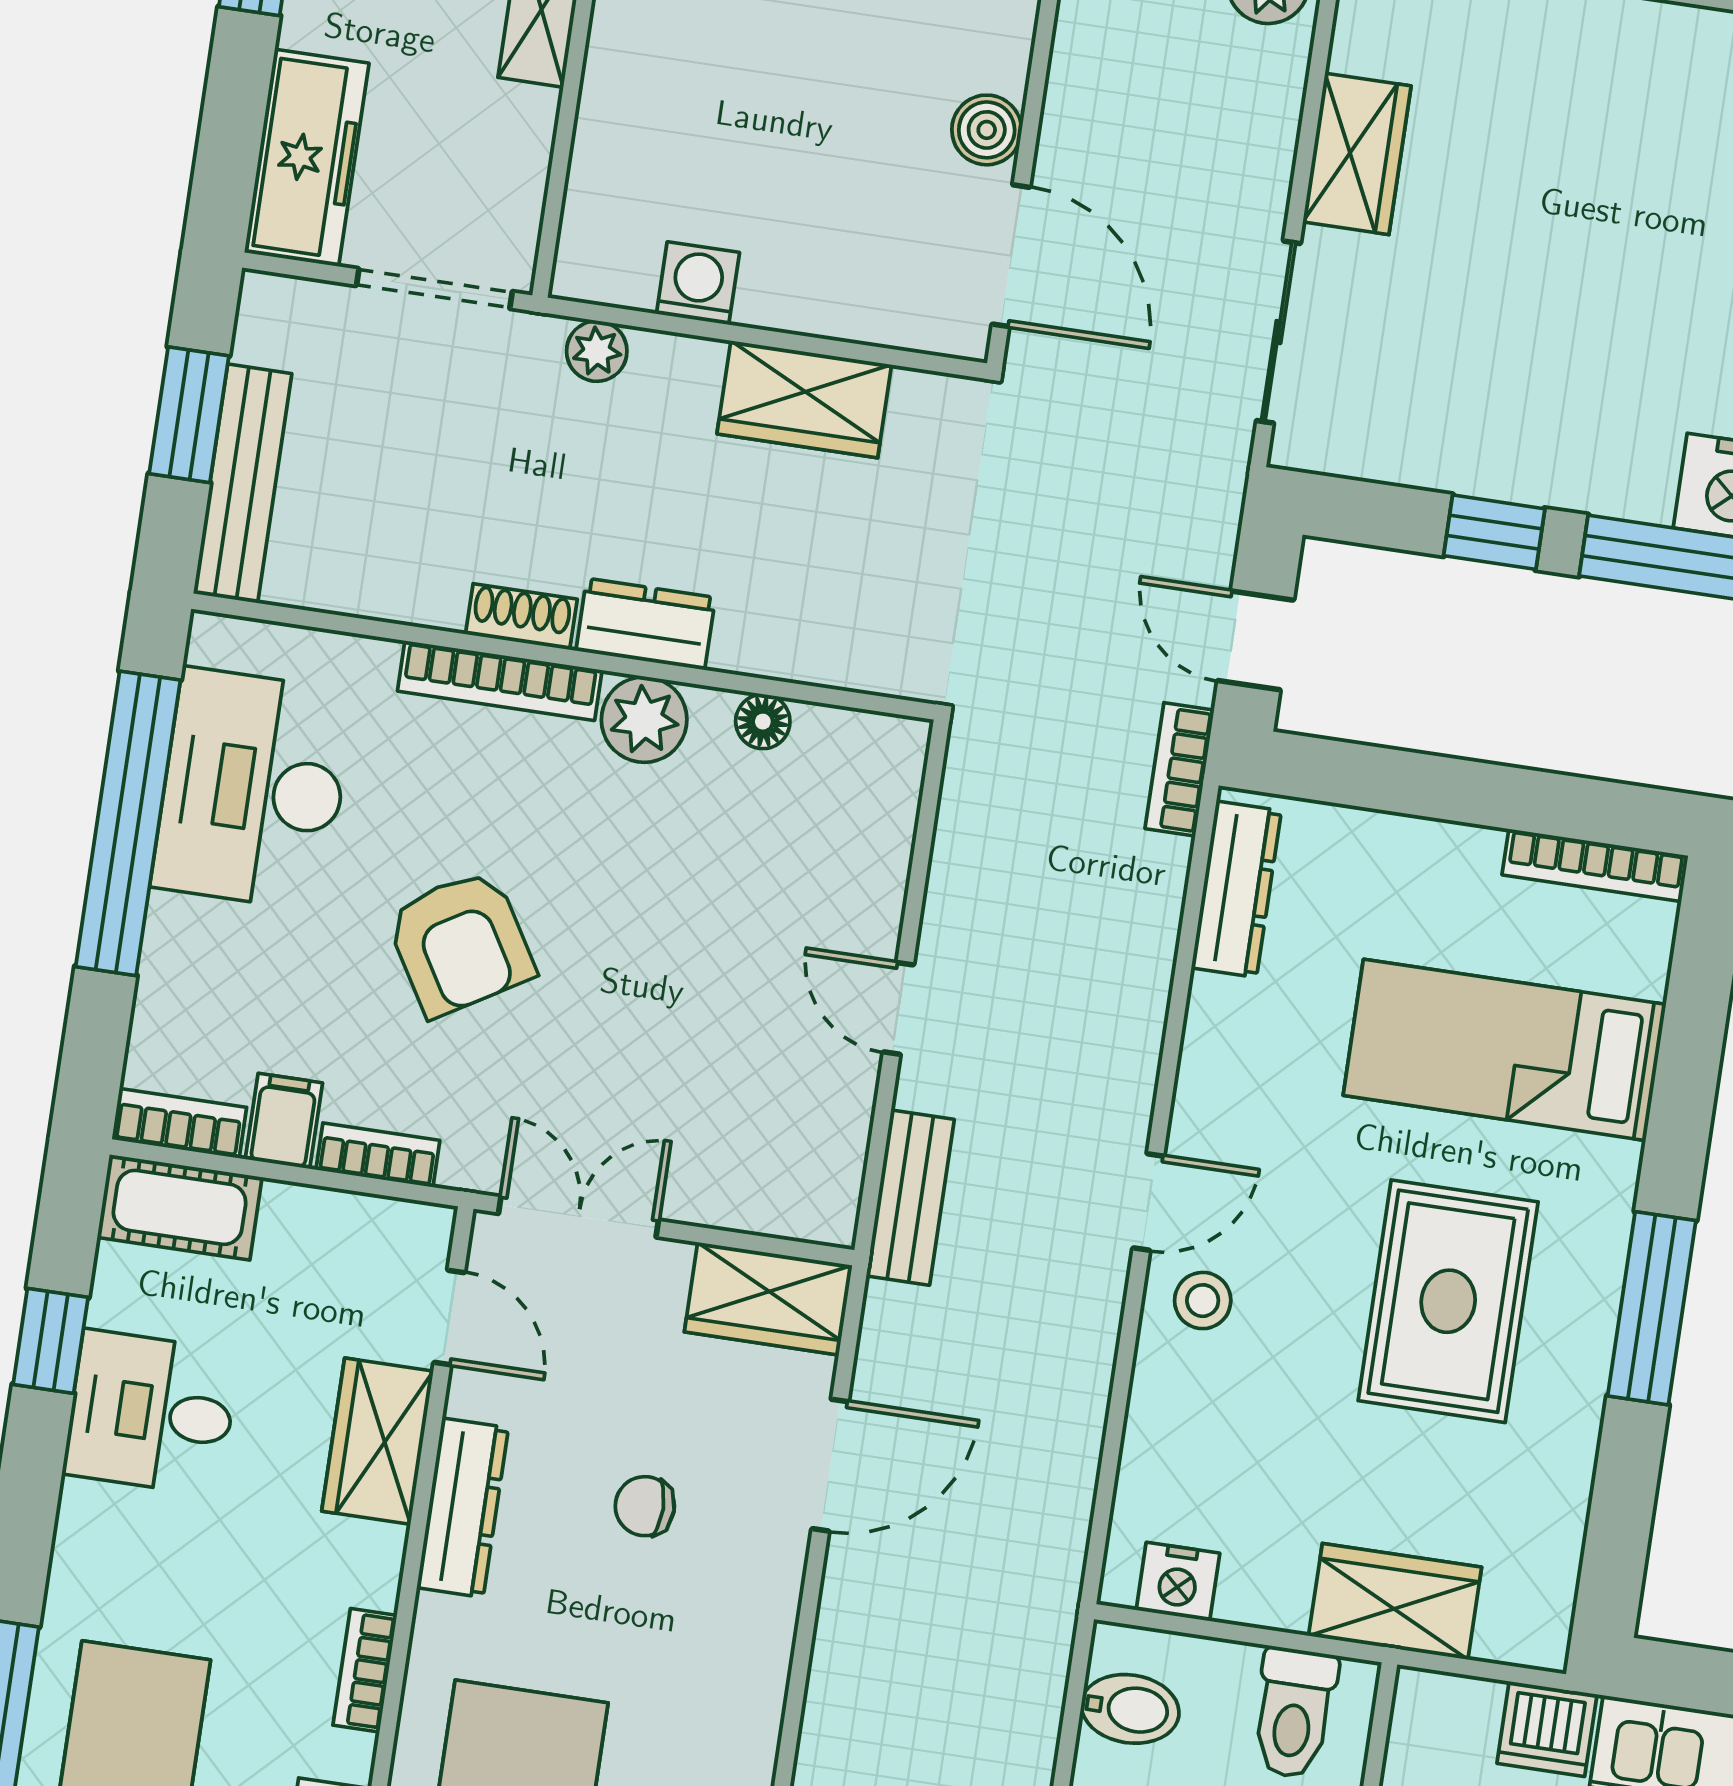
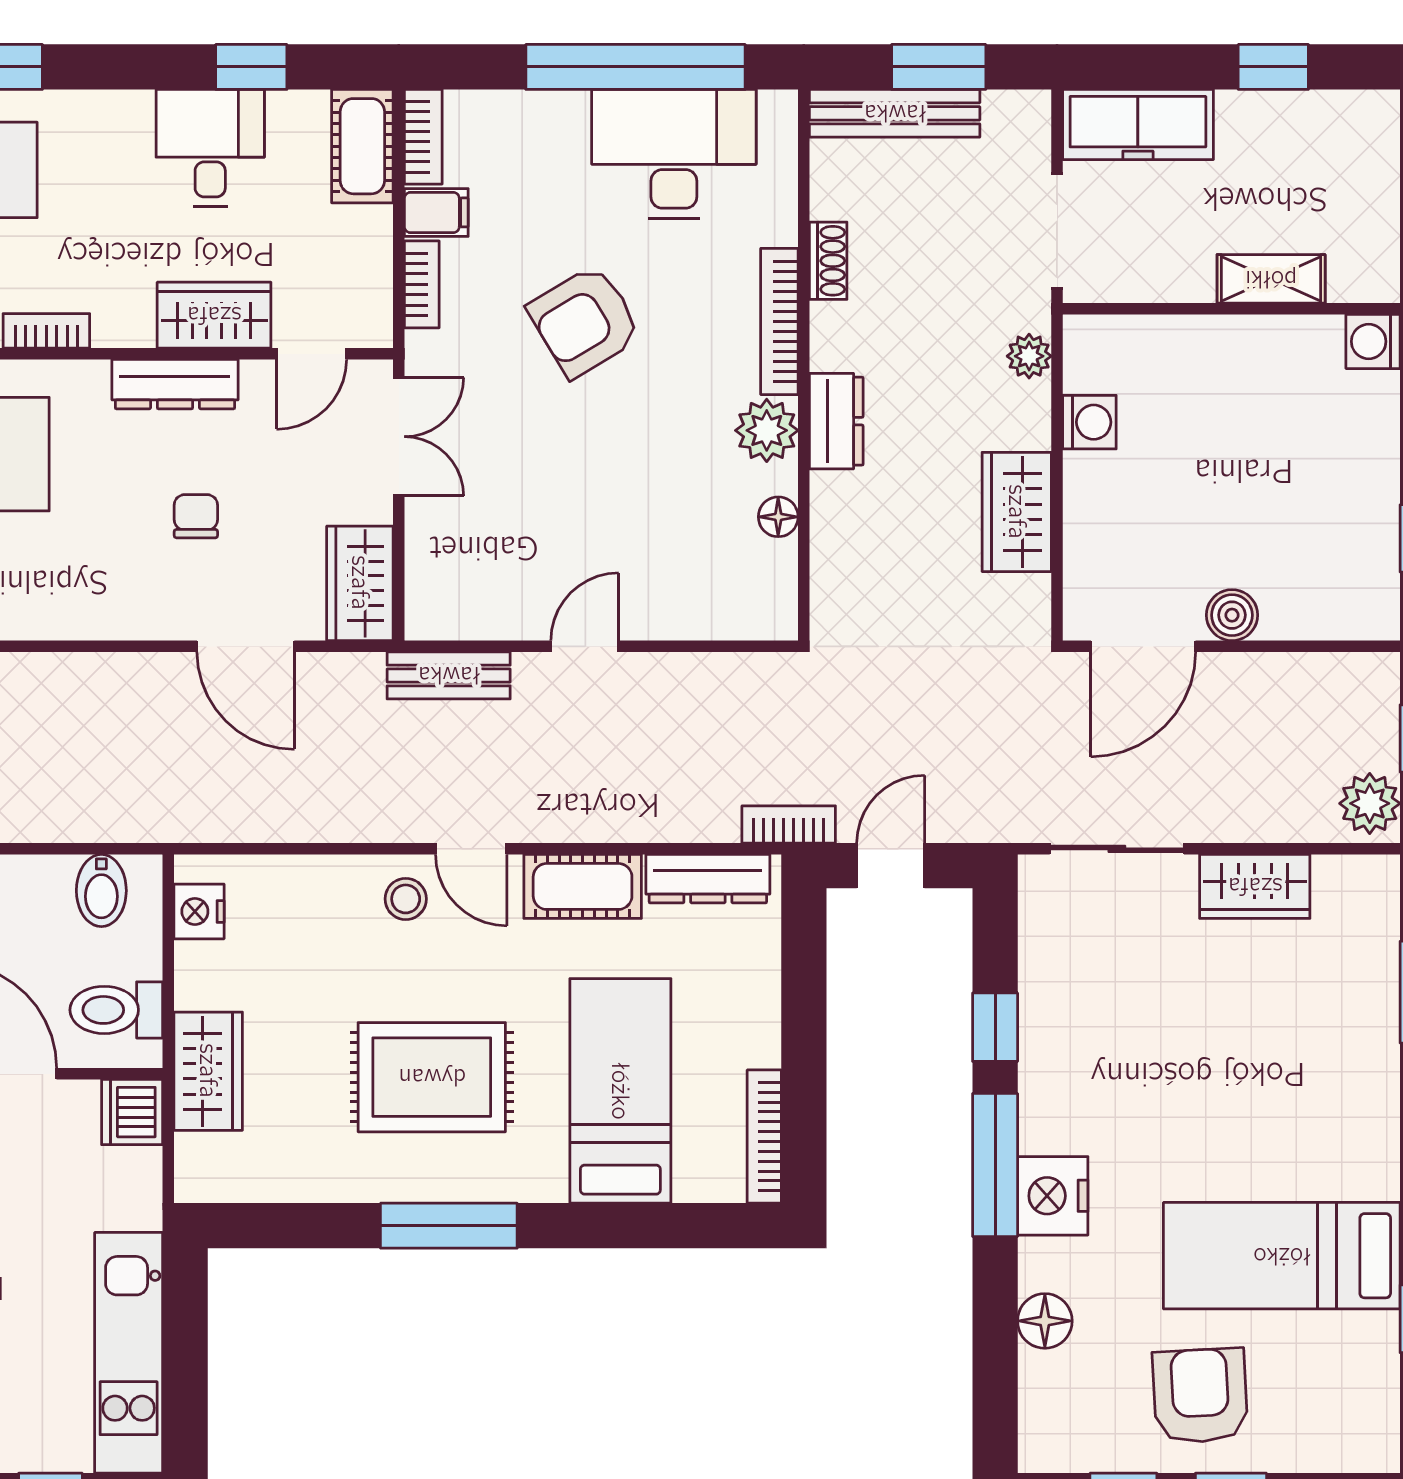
shoe rack: (521, 617) -> (828, 261), moved
cot: (1221, 1060) -> (583, 886), added
dishwasher: (1547, 1729) -> (132, 1112), moved

